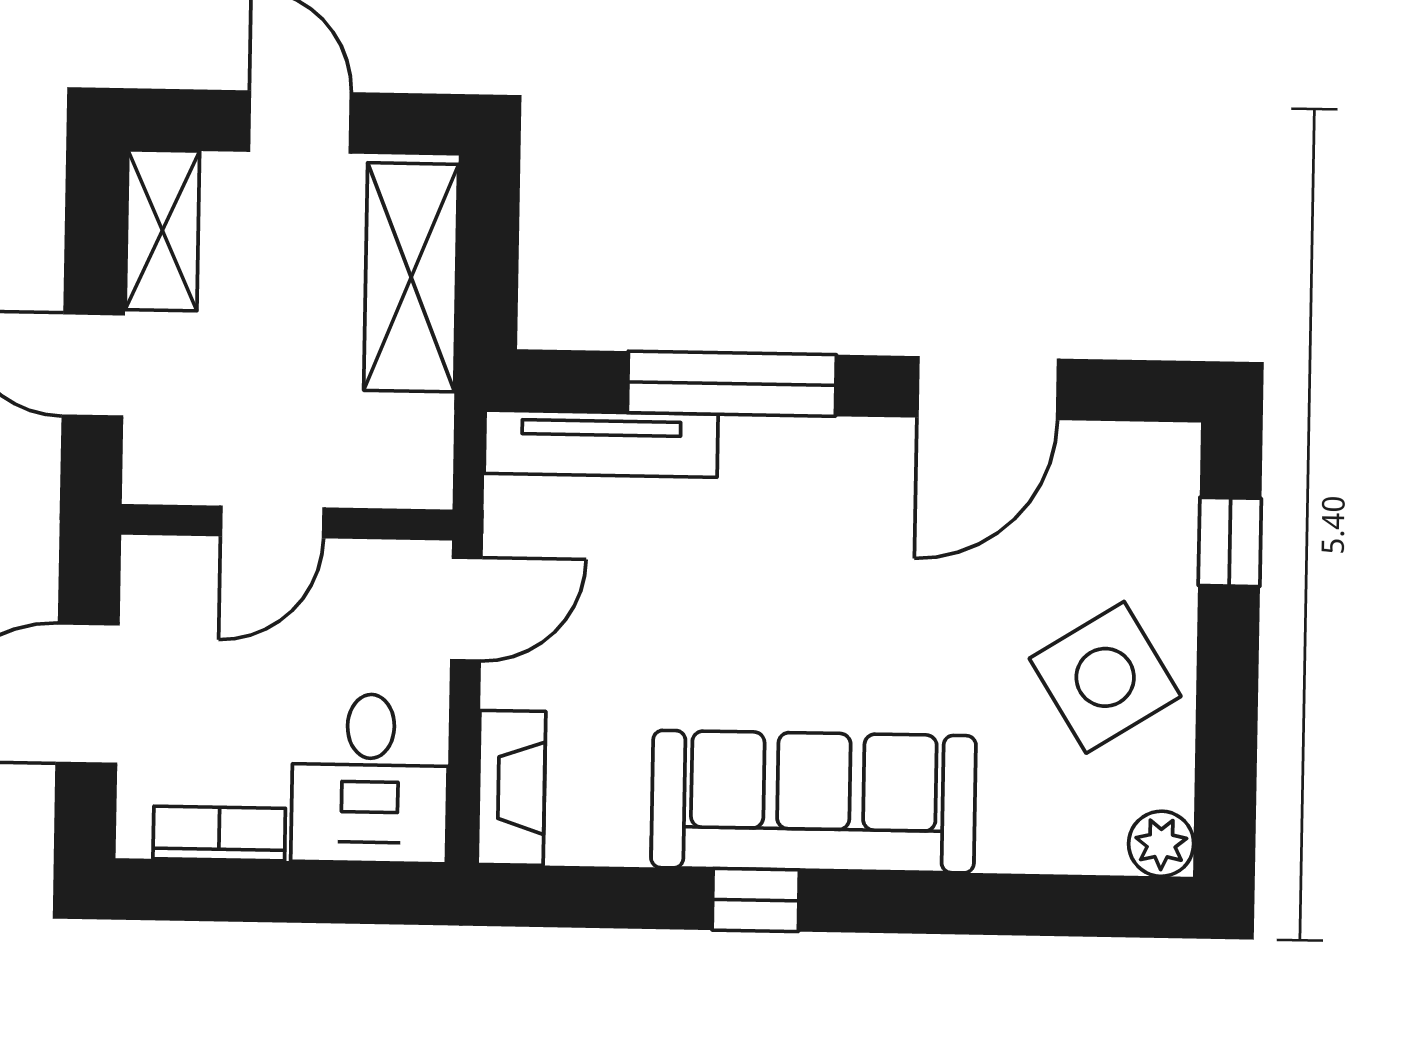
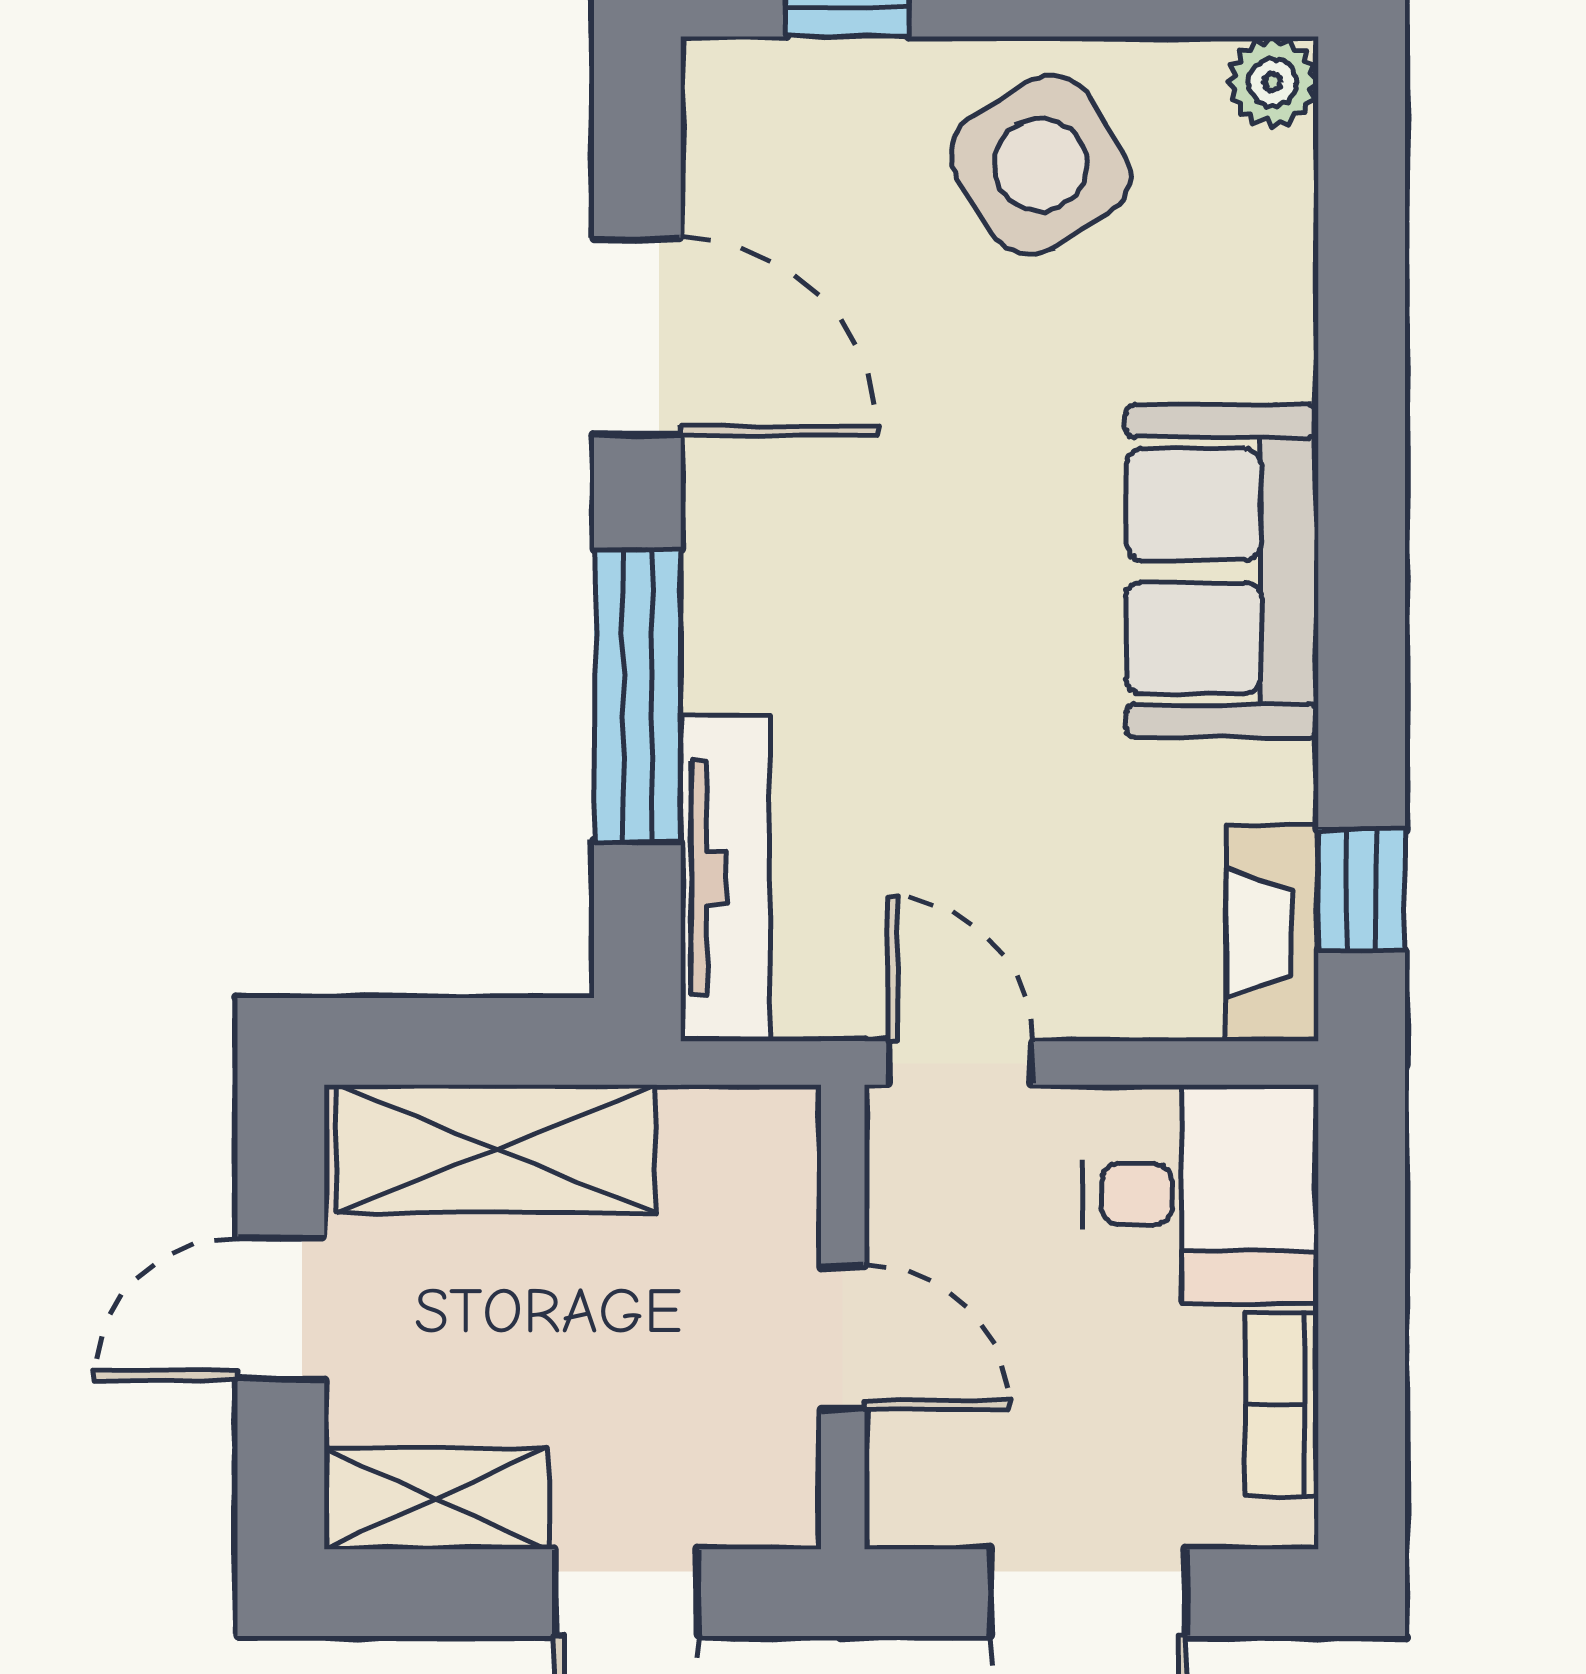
fireplace: (512, 788) -> (1272, 933), moved, turned -90
sofa: (814, 802) -> (1222, 571), width x0.73
window: (756, 900) -> (1362, 890), moved

